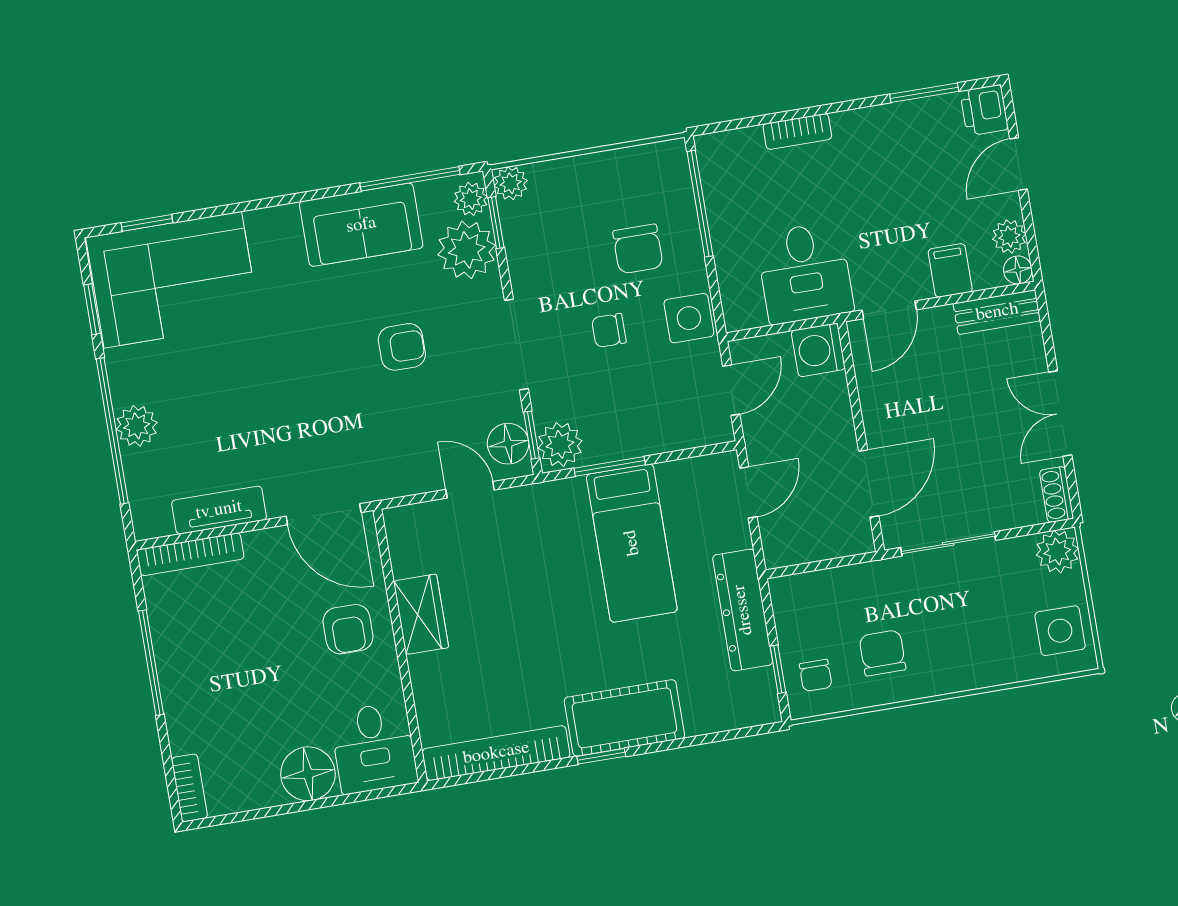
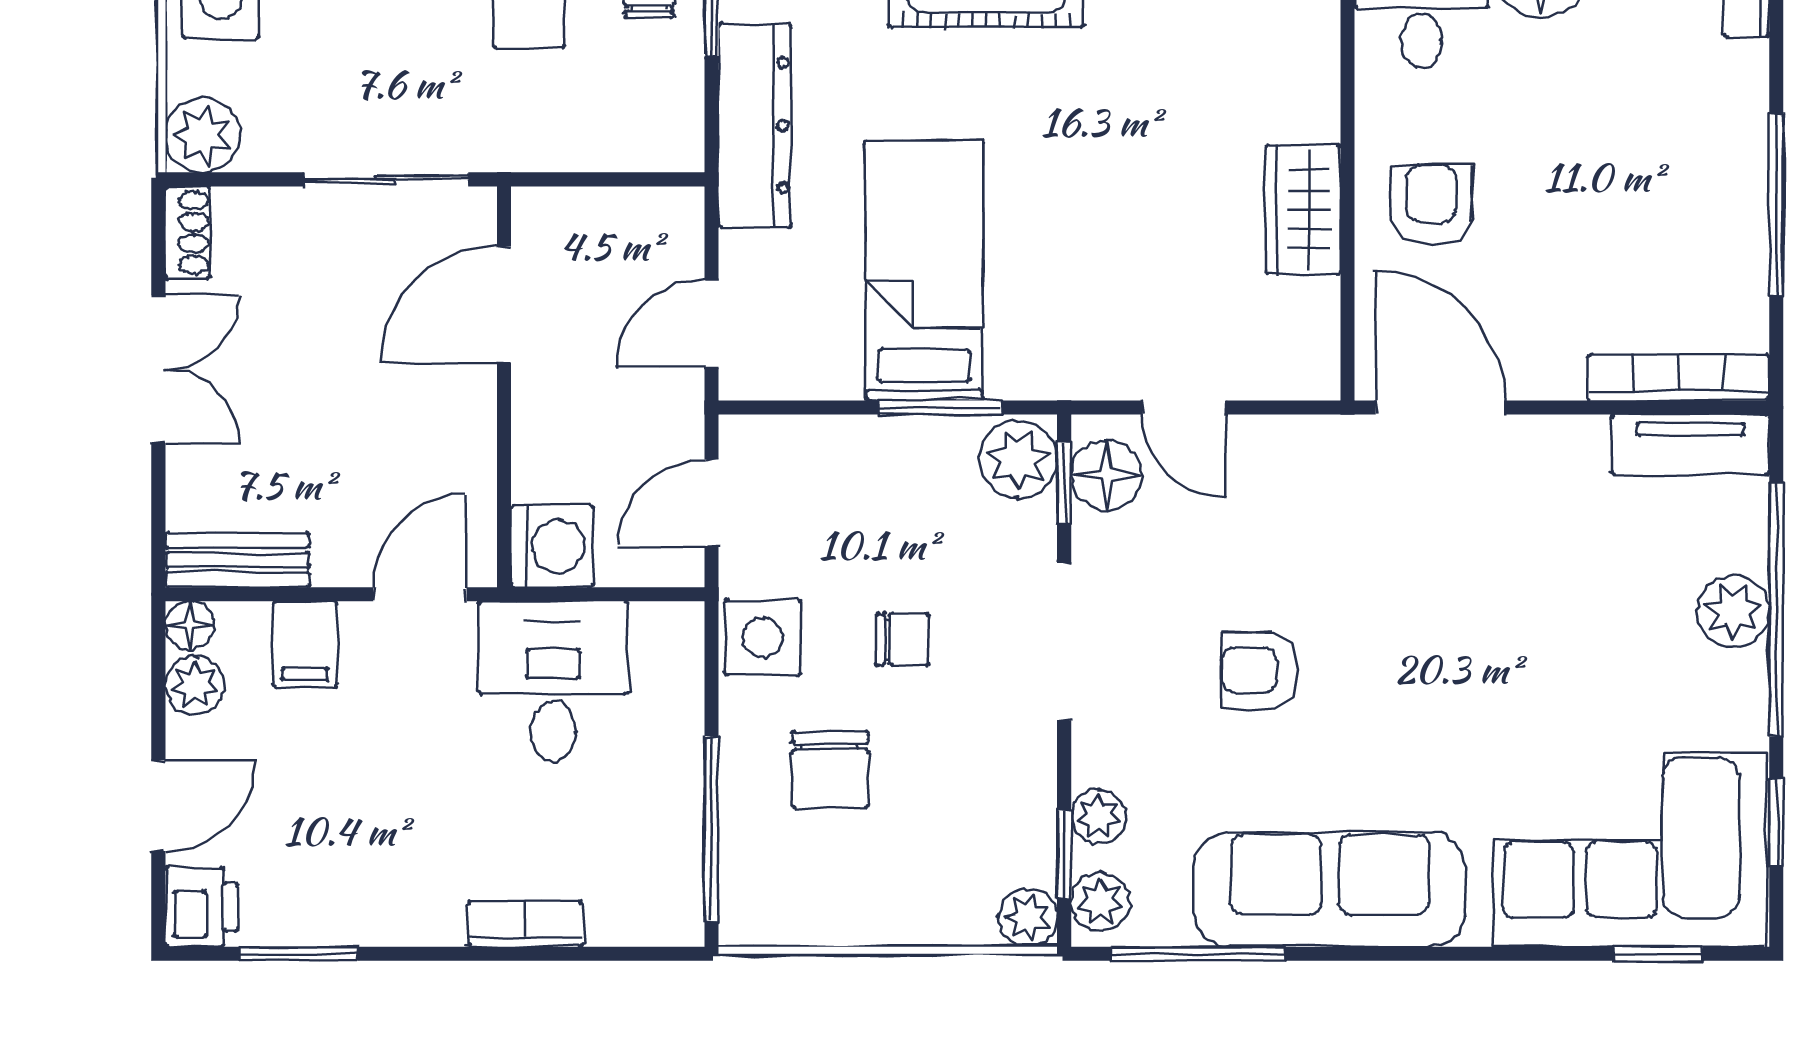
sofa: (361, 225) -> (1330, 889), width x1.36
chair: (638, 249) -> (830, 769), turned 180
plant: (467, 250) -> (1098, 817), width x0.53, depth x0.53
tv unit: (219, 510) -> (1691, 444), moved

